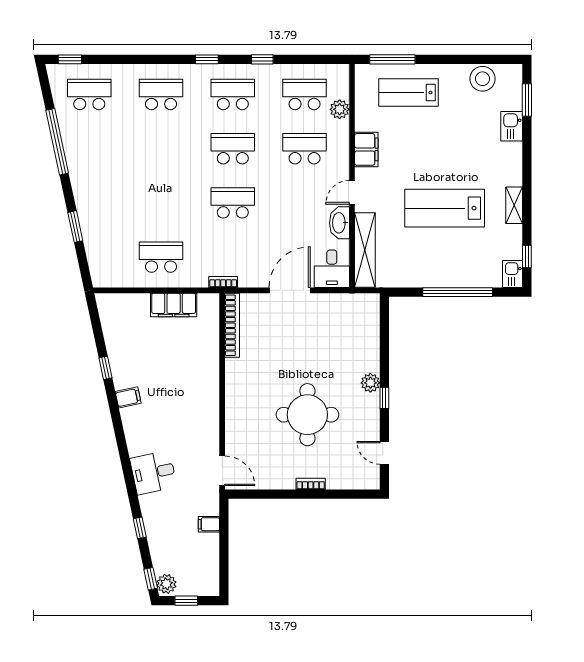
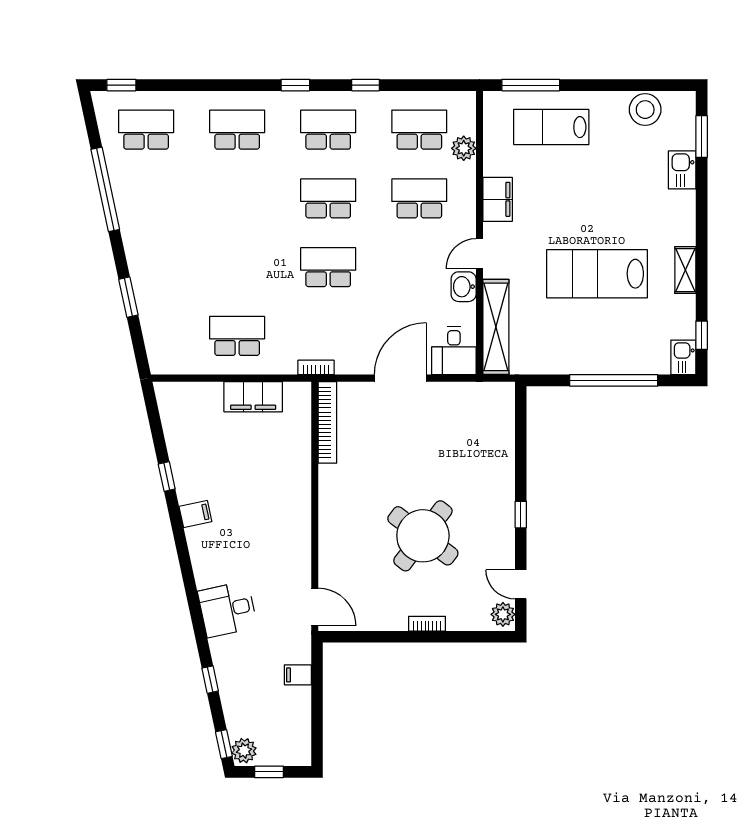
washbasin: (339, 223) -> (464, 287), width x0.72
plant: (370, 383) -> (503, 614), moved
round table: (307, 415) -> (423, 536), turned 37

